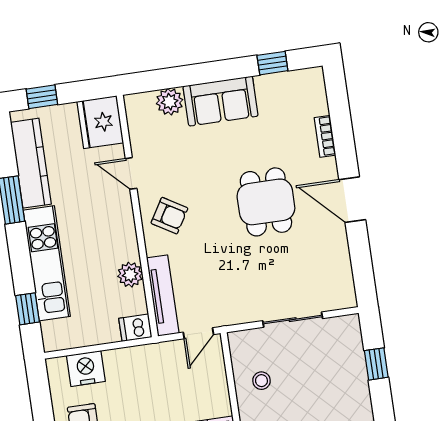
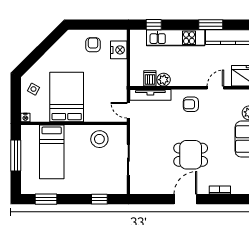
armchair: (169, 216) -> (191, 104), turned 59
dishwasher: (135, 328) -> (150, 78), moved
stool: (261, 381) -> (99, 139), width x1.89, depth x1.89

